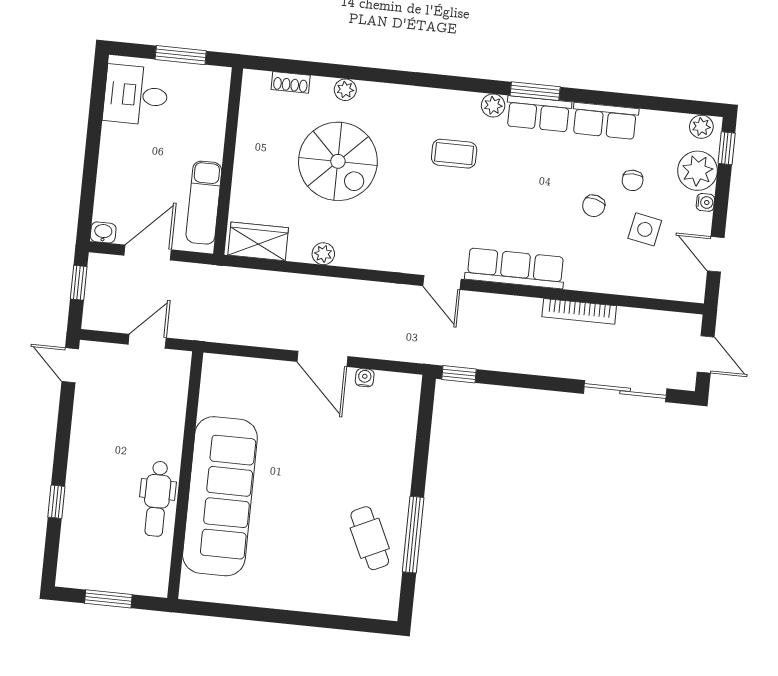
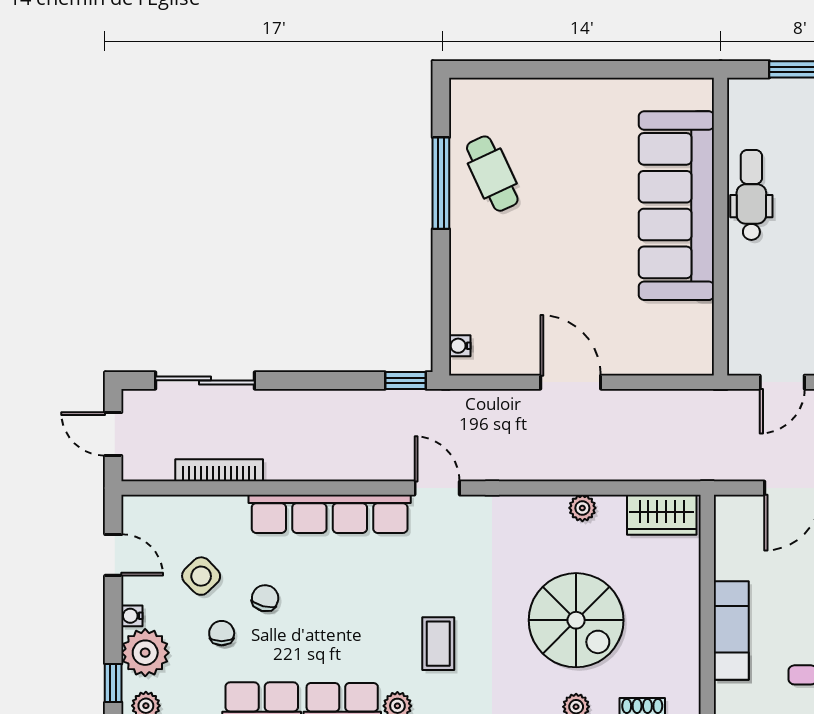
coffee table: (454, 154) -> (438, 644), turned 90
spiral stairs: (338, 161) -> (576, 620), turned 180
exam couch: (204, 203) -> (731, 630), moved
side table: (645, 229) -> (201, 576), turned 35
row of seats: (515, 268) -> (330, 514), width x1.36
bookcase: (579, 311) -> (219, 470), moved
water cooler: (365, 378) -> (460, 346), moved, turned 90

